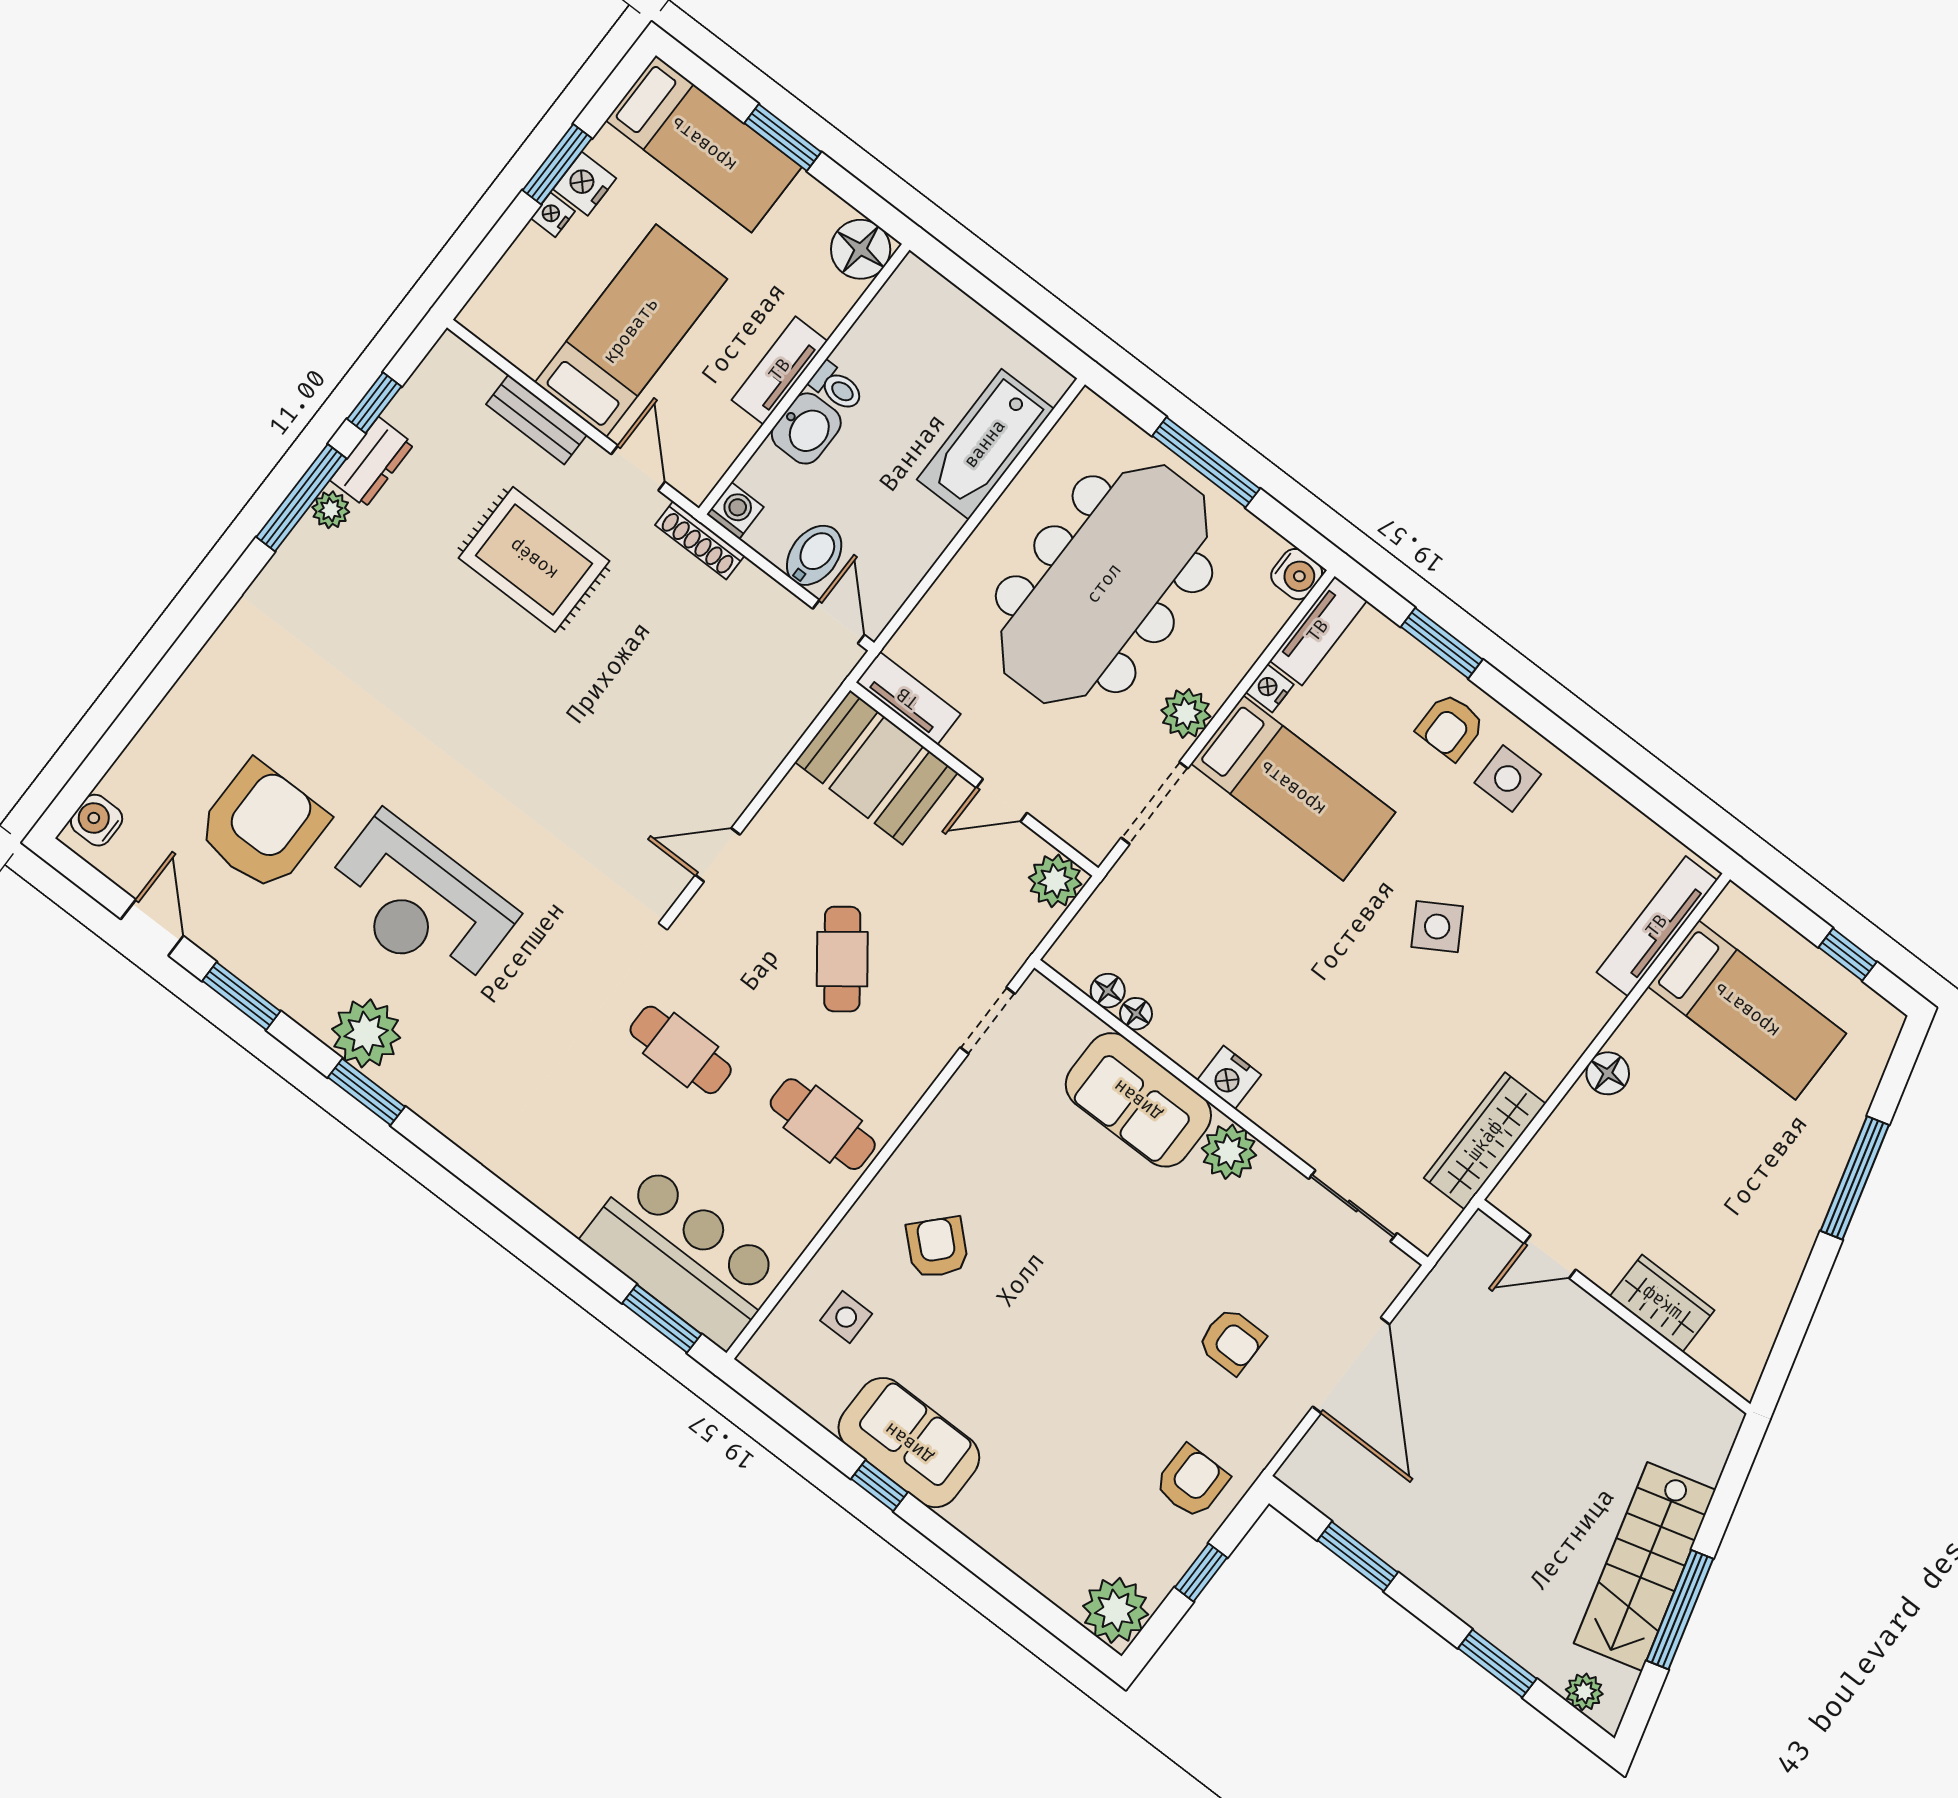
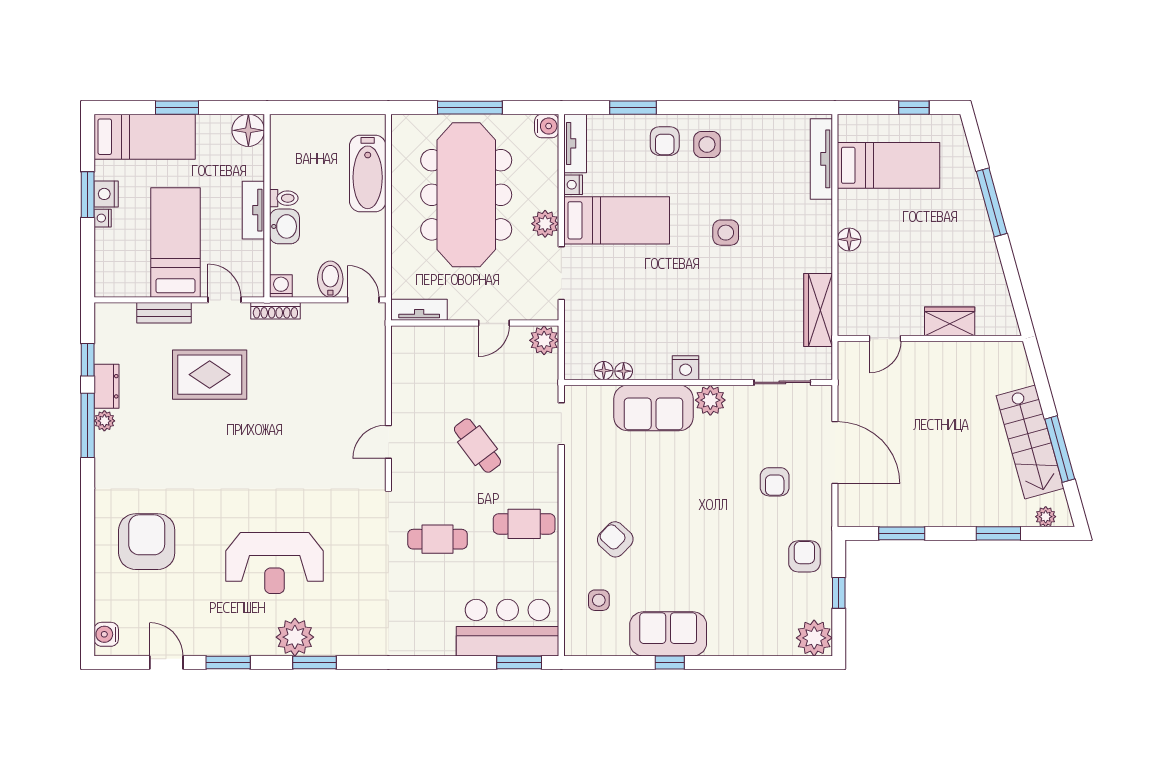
booth: (876, 767) -> (428, 351), removed
armchair: (262, 826) -> (147, 542), moved
side table: (1437, 927) -> (726, 233), turned 31
armchair: (1231, 1341) -> (775, 482), turned 90

